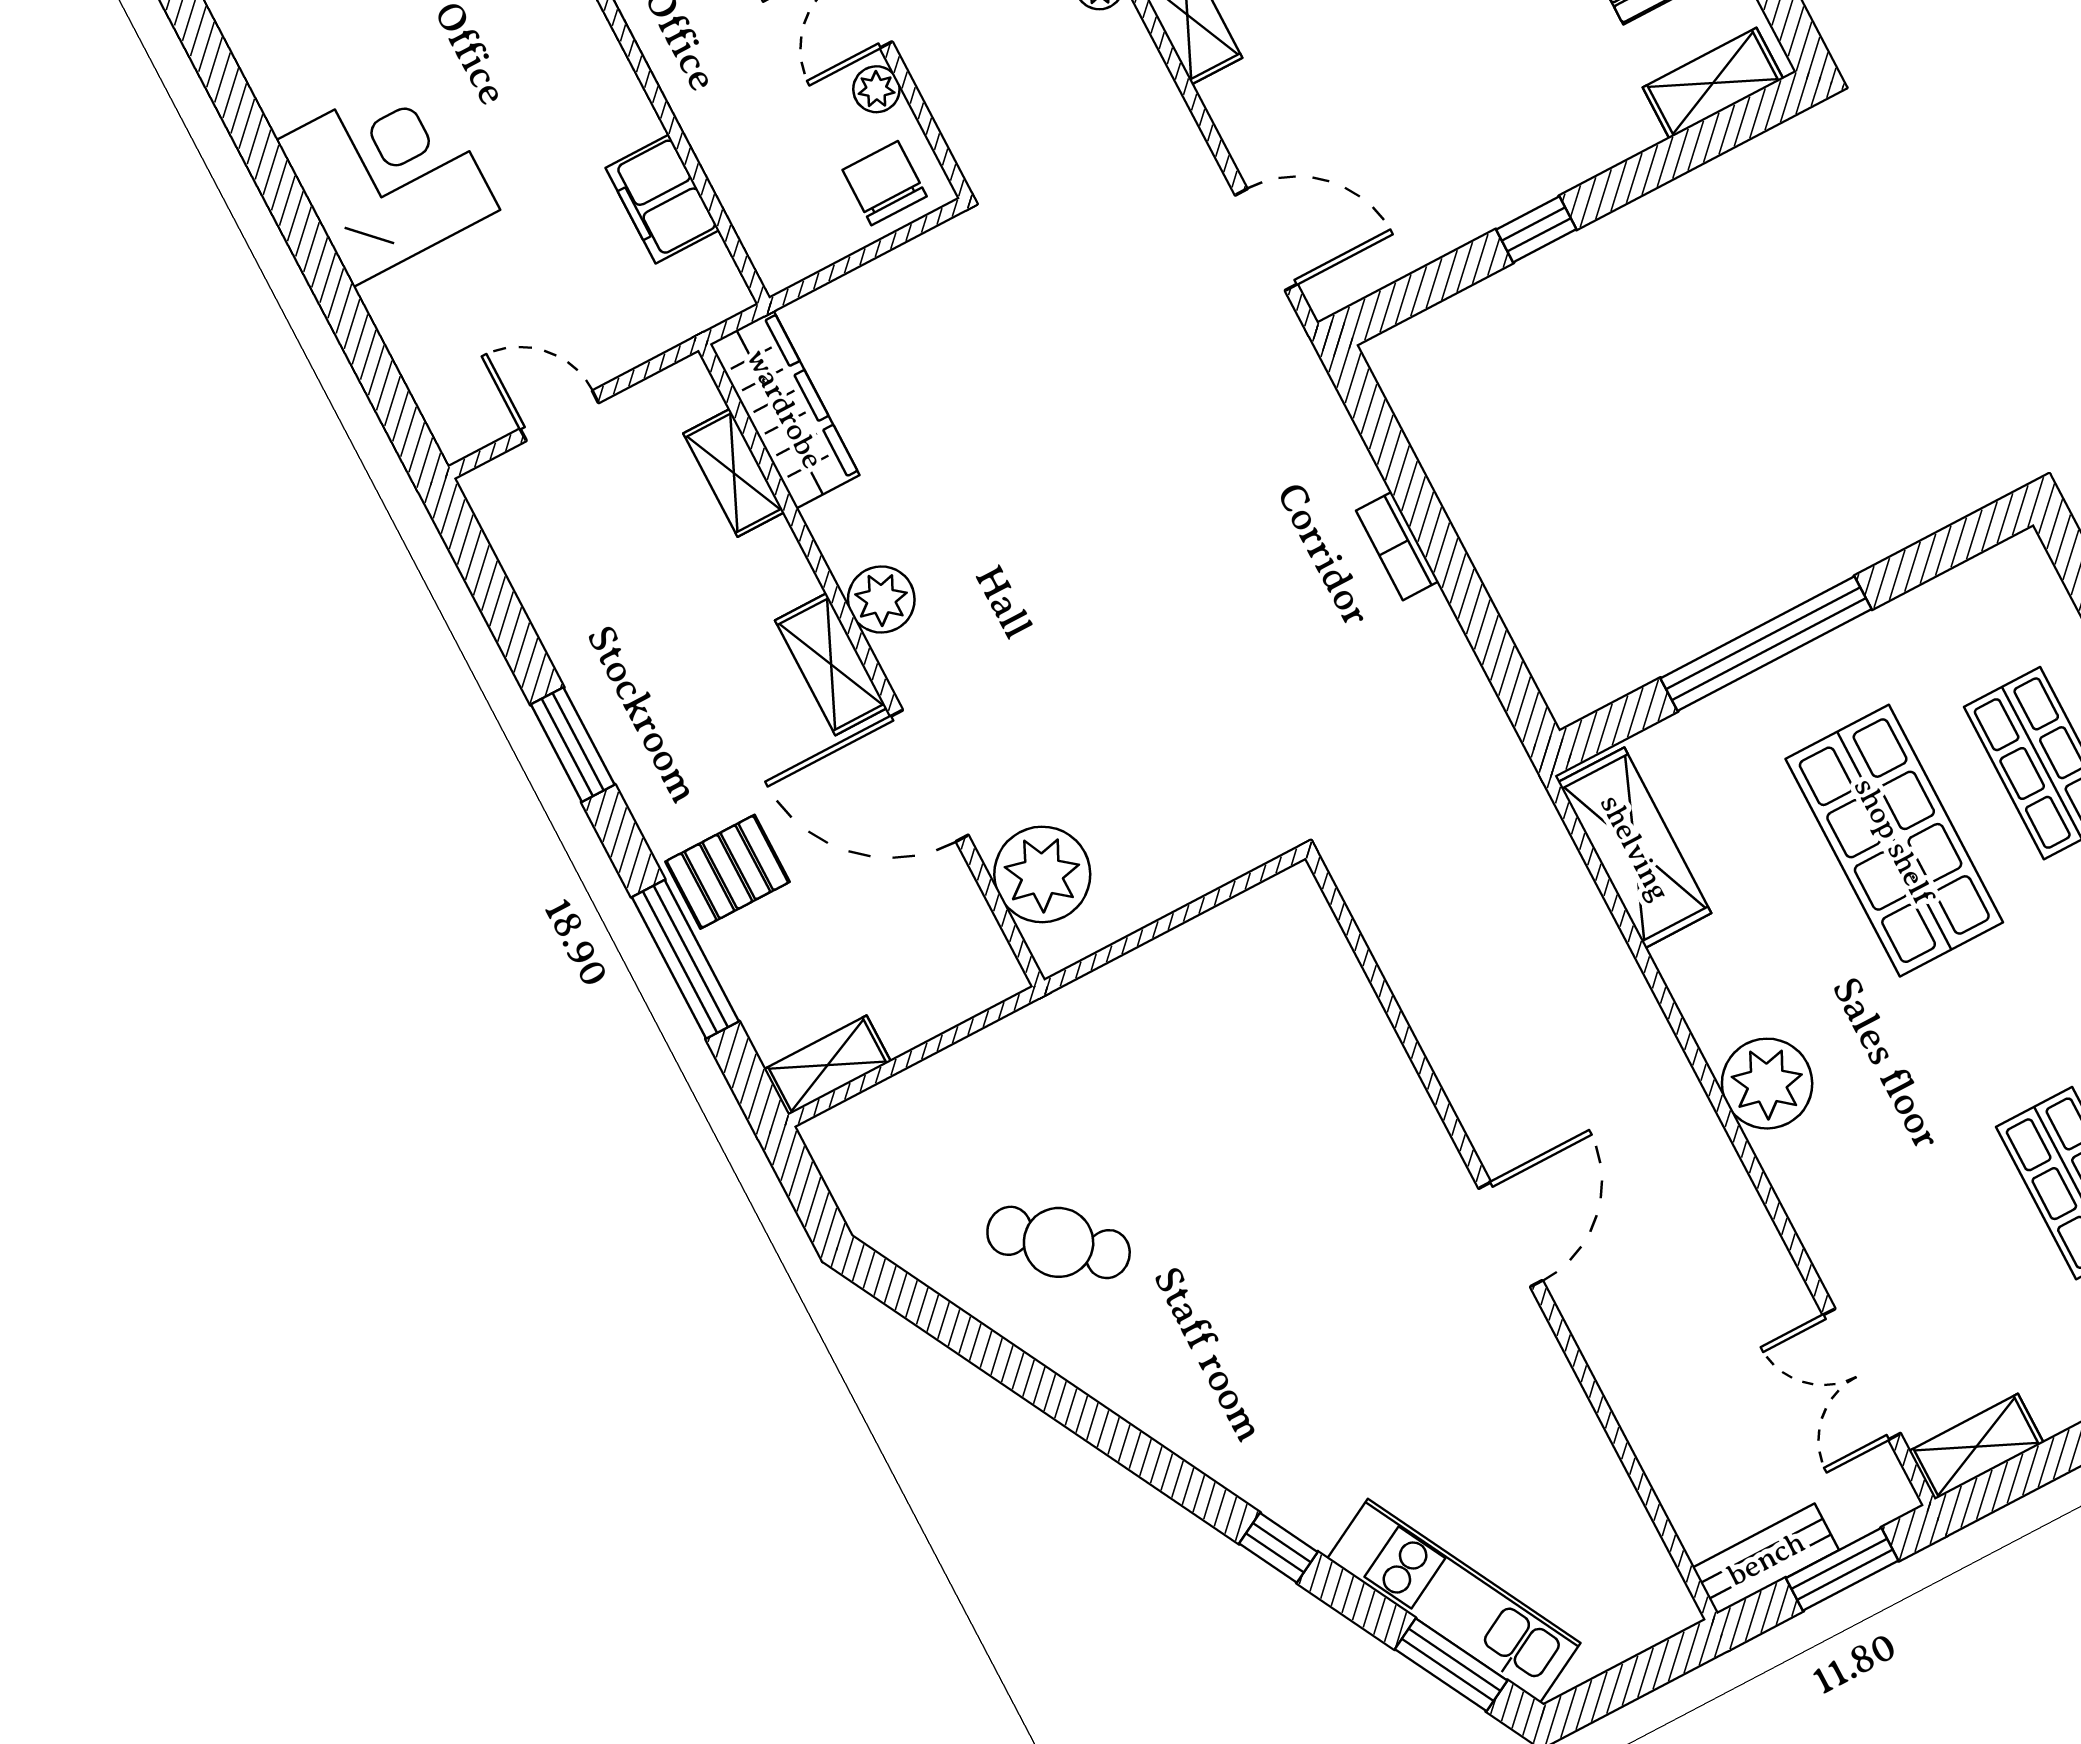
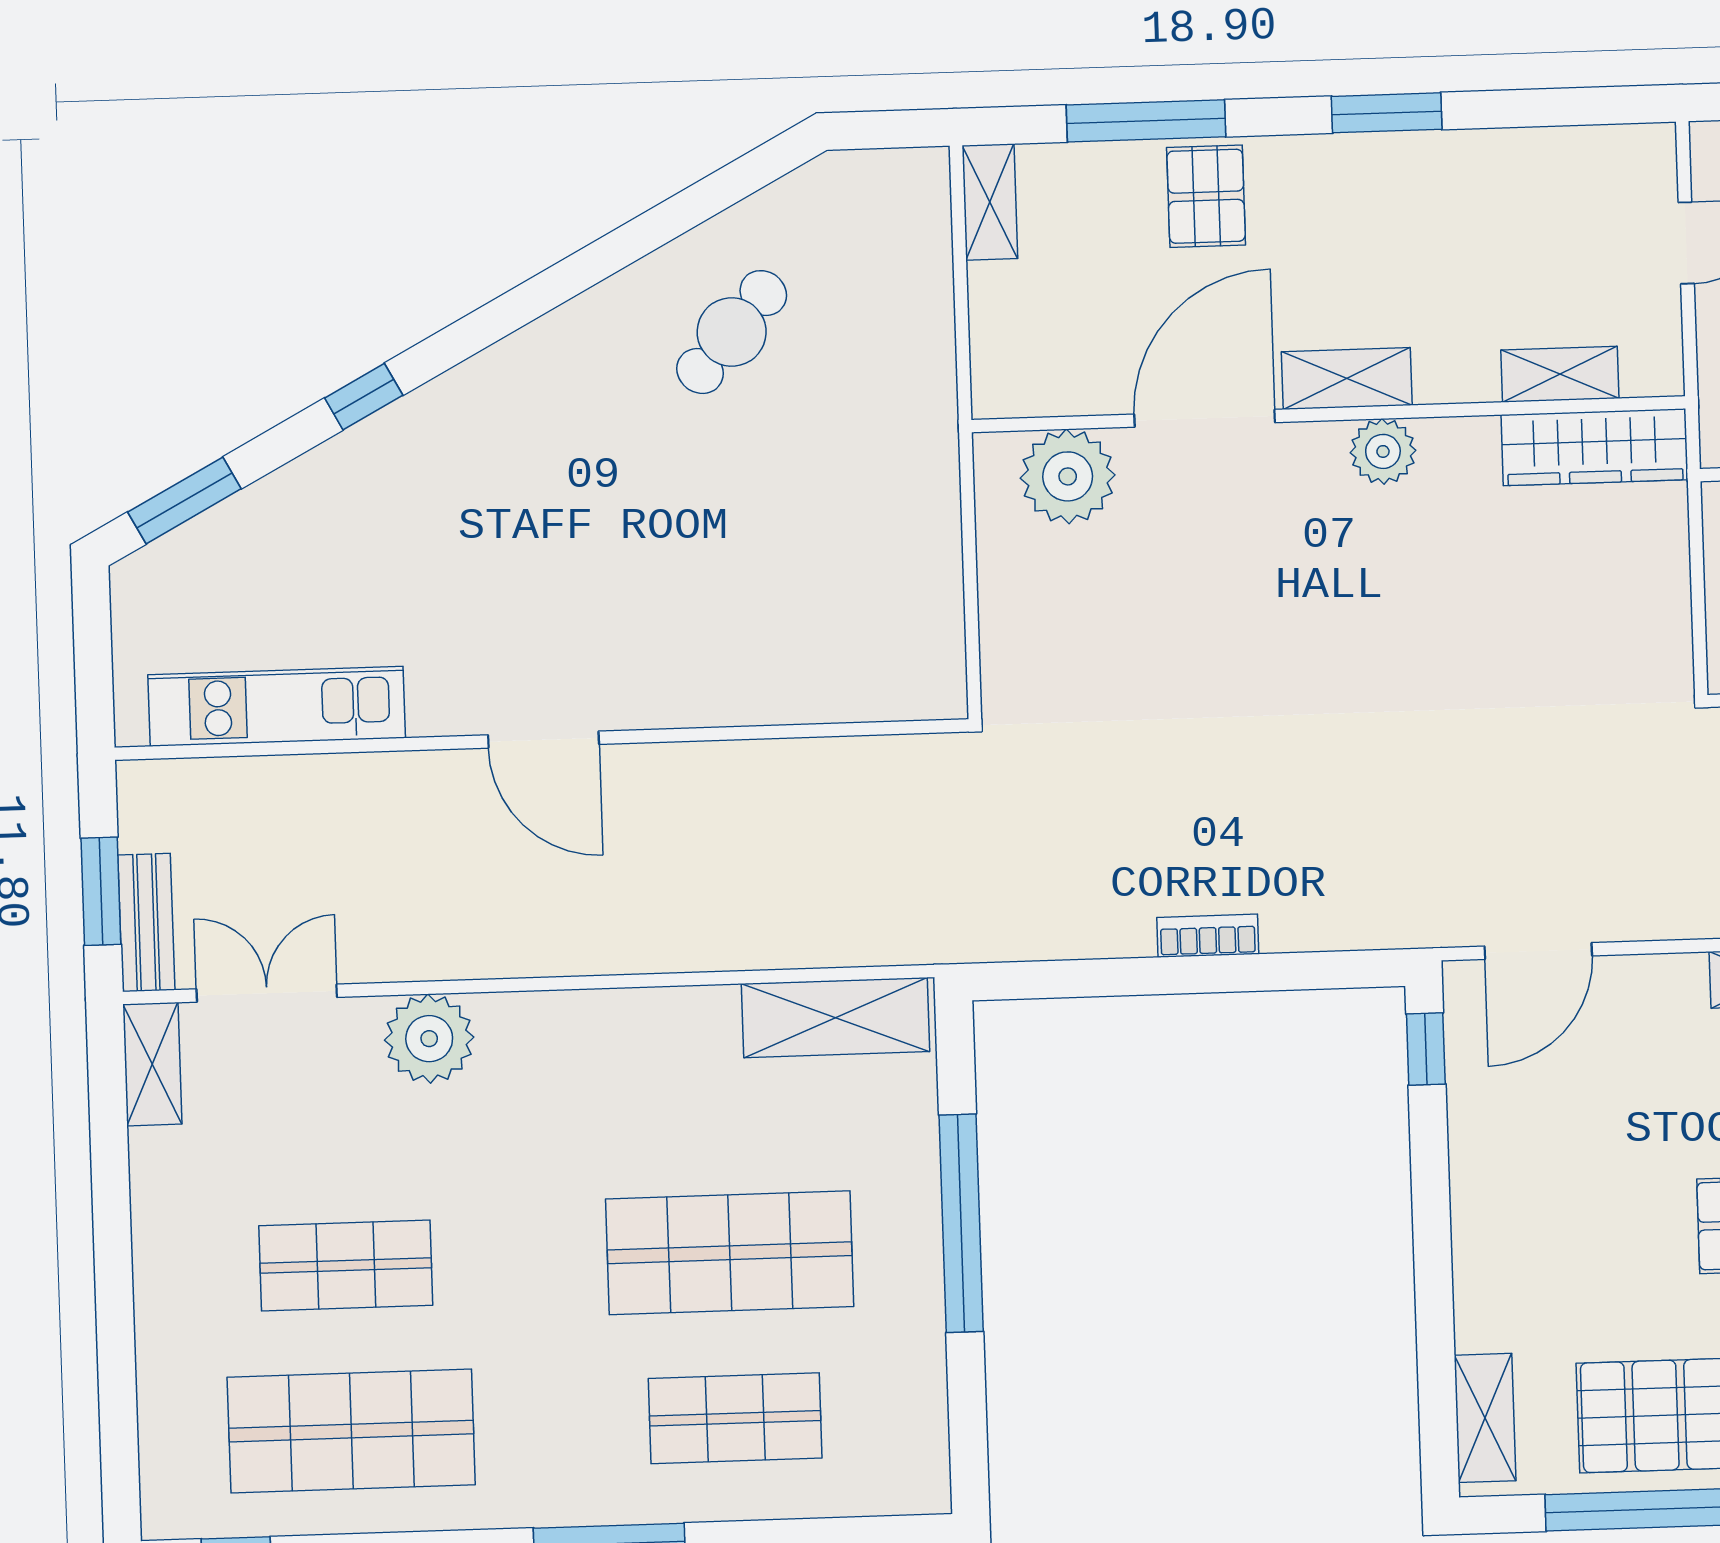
window: (1536, 229) -> (1426, 1049), moved
plant: (1767, 1084) -> (429, 1039), moved
bench: (1766, 1559) -> (146, 923), moved
kitchen unit: (1454, 1601) -> (277, 706), moved, turned -152

